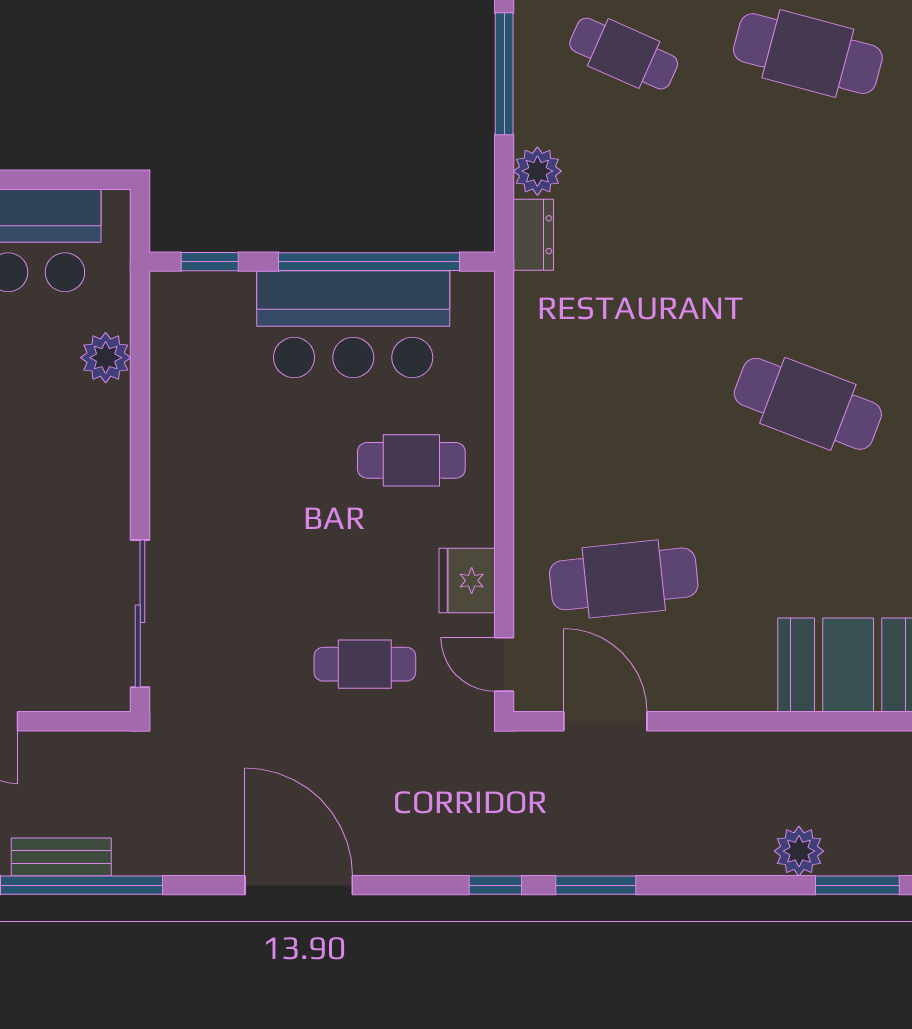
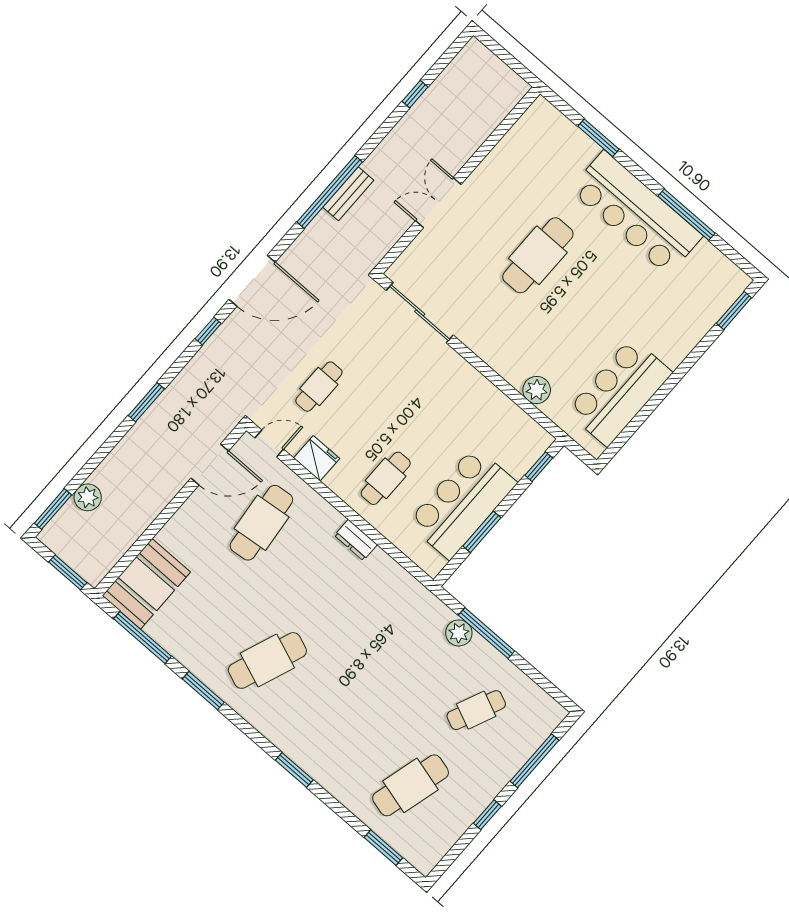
window: (504, 74) -> (487, 633), moved
dresser: (533, 235) -> (356, 540), moved
window: (369, 262) -> (482, 532), width x0.47
window: (495, 885) -> (208, 331), moved

